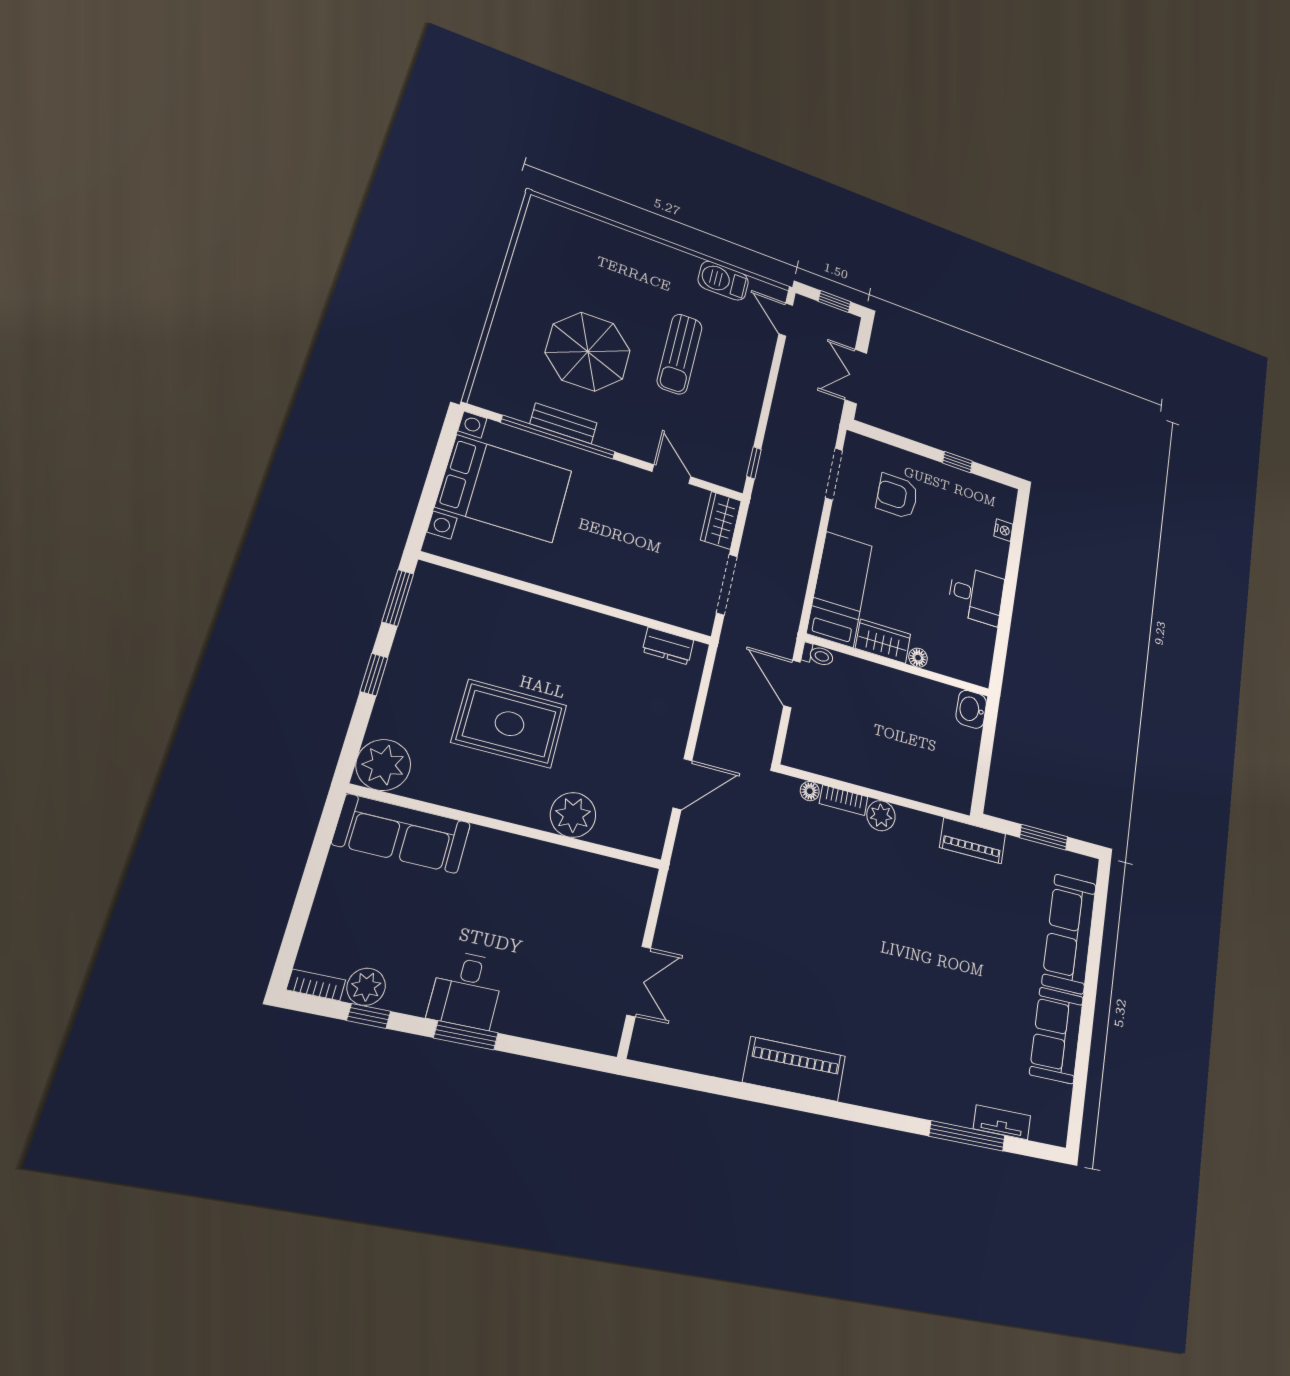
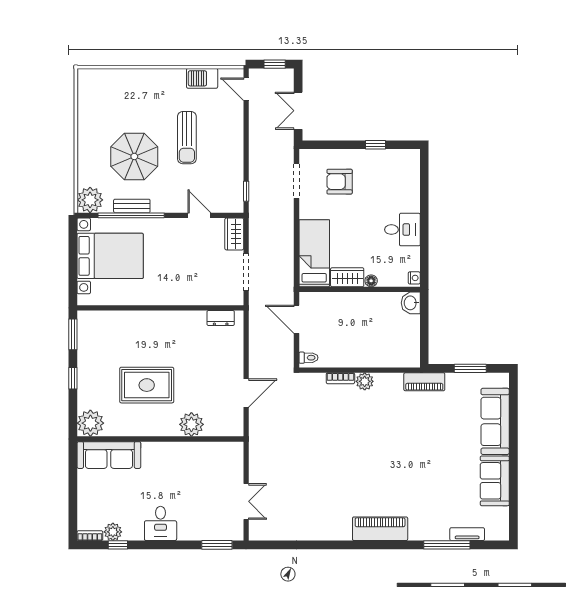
plant: (495, 391) -> (90, 200), added
nightstand: (1003, 530) -> (414, 278), moved
toilet: (818, 655) -> (308, 358), moved
floor lamp: (810, 791) -> (319, 378), removed
window: (466, 1035) -> (217, 545), moved
piano: (794, 1069) -> (380, 529), moved

